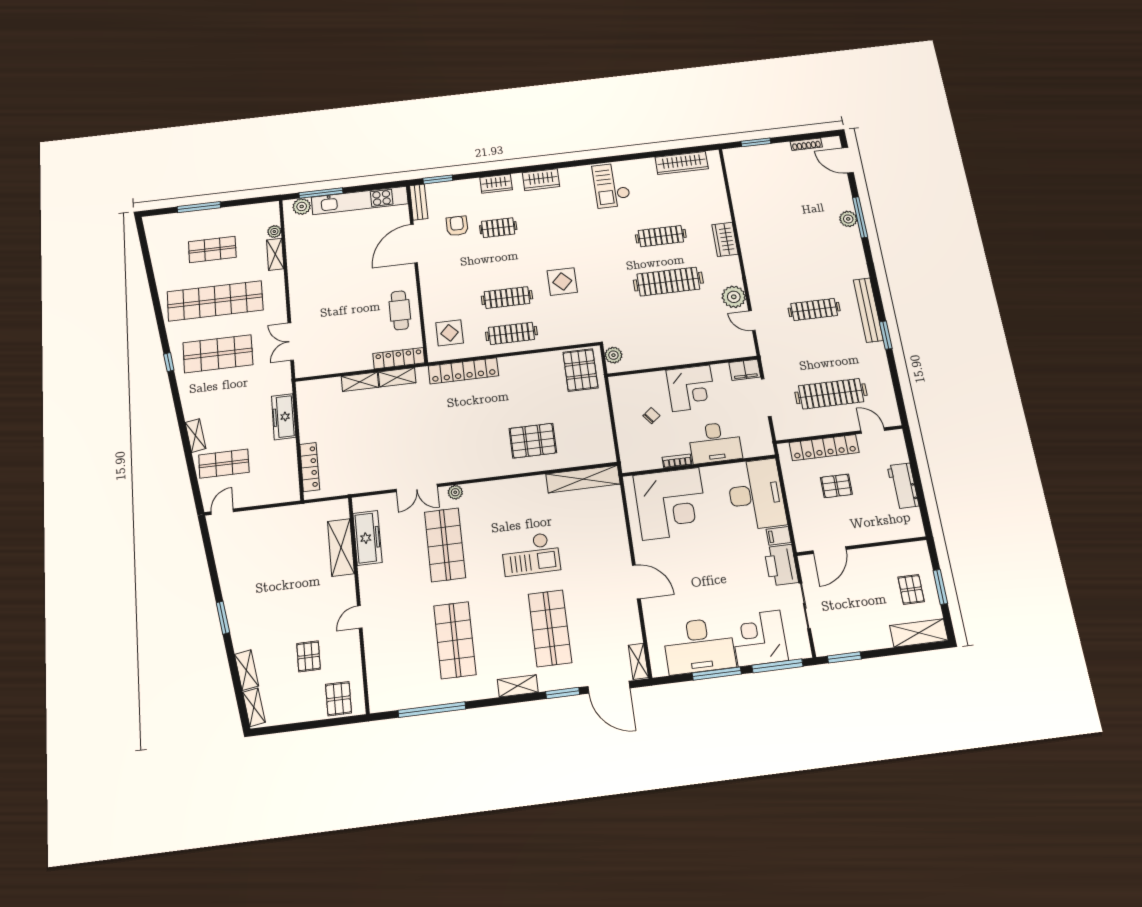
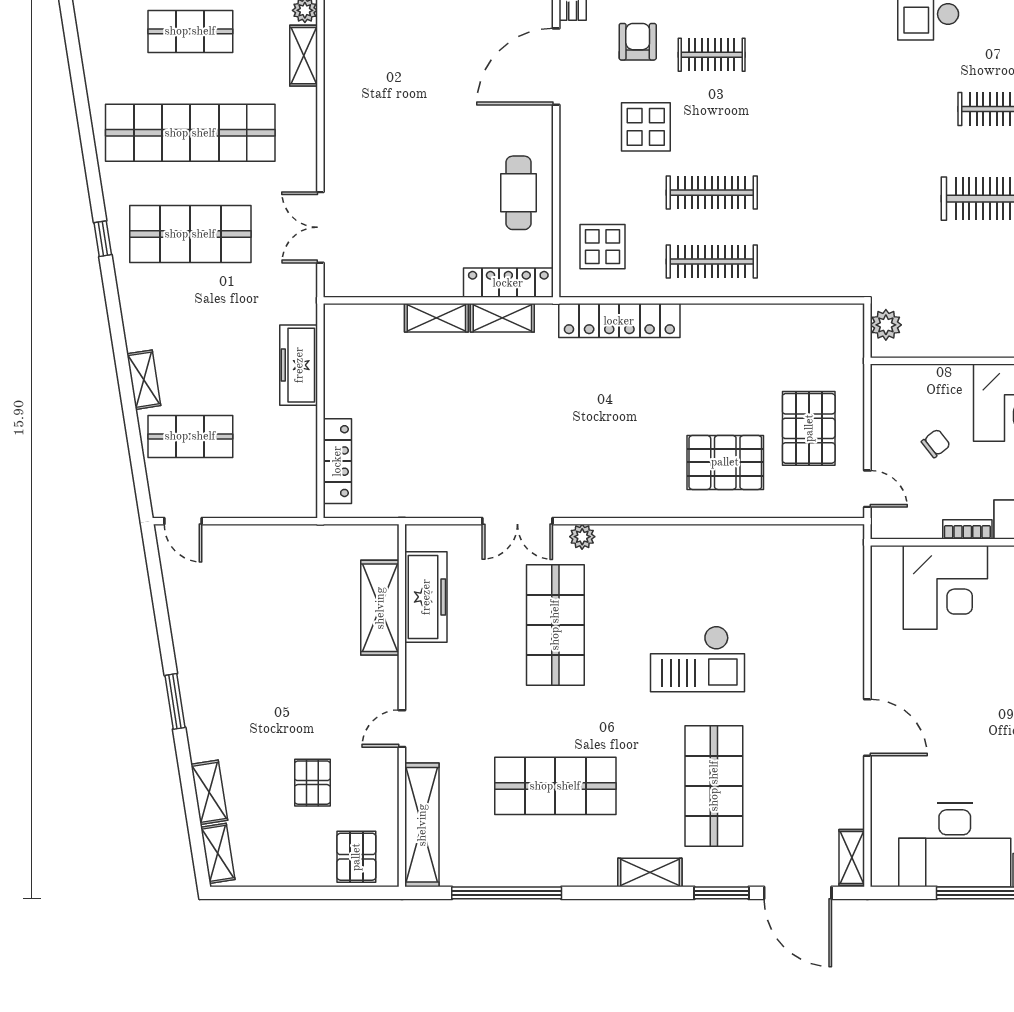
display table: (562, 281) -> (646, 127), moved
pallet: (580, 370) -> (809, 428), moved
door: (616, 445) -> (867, 489), added
shelving: (583, 479) -> (422, 825), moved, turned 90
corner desk: (671, 504) -> (945, 587), width x0.74, depth x0.74
door: (222, 512) -> (183, 521), swing flipped
shop shelf: (455, 640) -> (555, 786), turned 90

